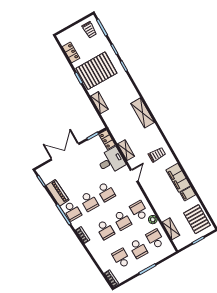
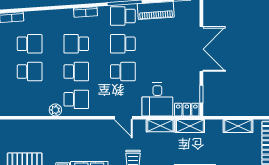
school desk: (106, 192) -> (123, 72), turned 180
school desk: (122, 220) -> (76, 72), turned 180
shelving: (171, 229) -> (190, 126), moved
school desk: (155, 239) -> (30, 99), removed
school desk: (138, 249) -> (30, 72), turned 180

